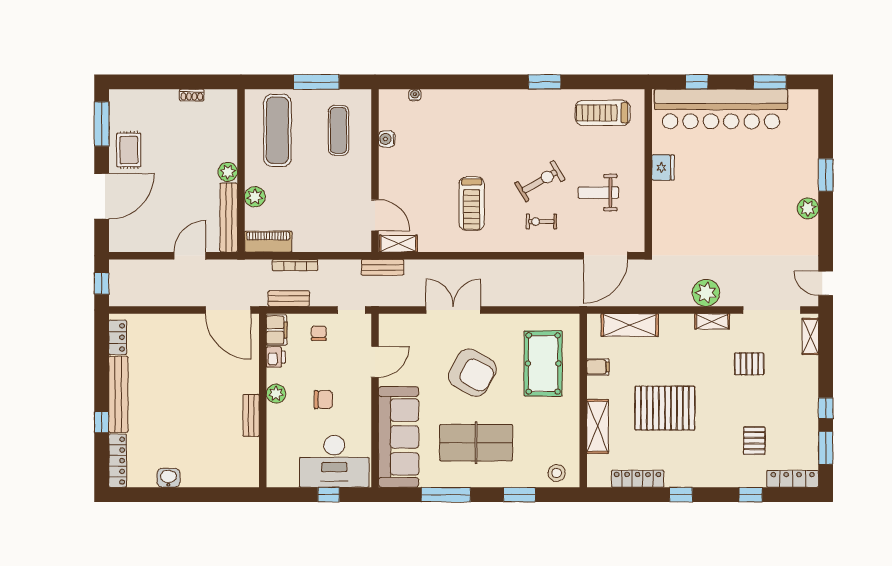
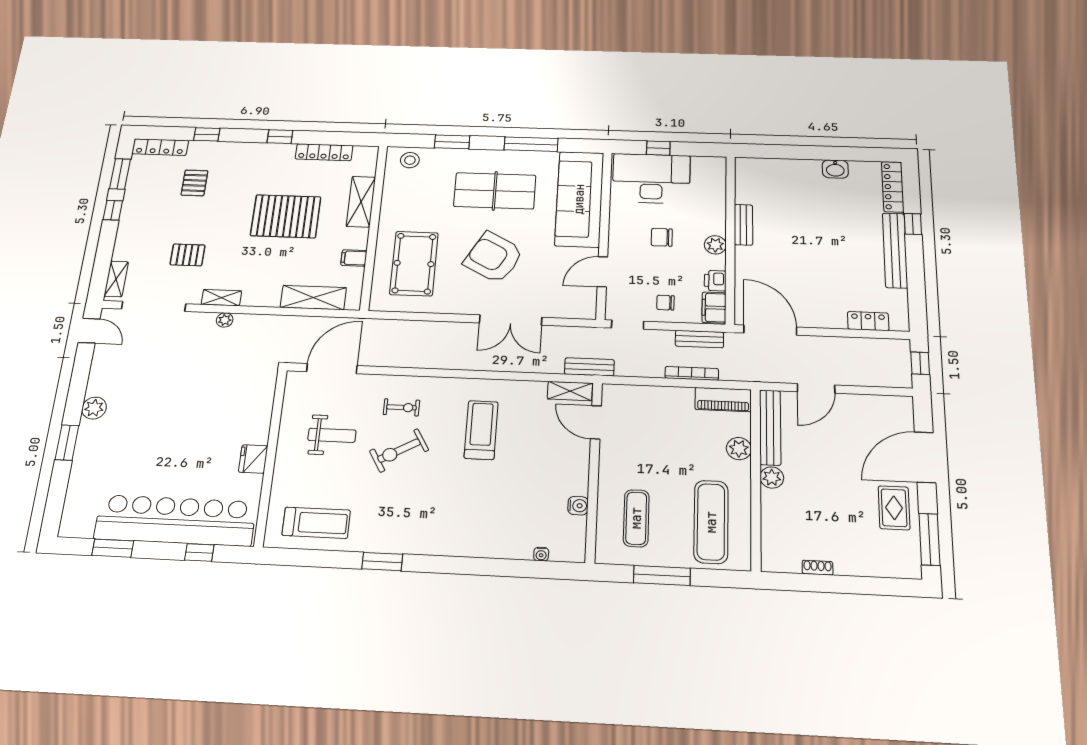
plant: (706, 293) -> (225, 320), width x0.53, depth x0.53
chair: (319, 333) -> (665, 303), turned 90
locker: (118, 337) -> (868, 321), moved, turned 90

